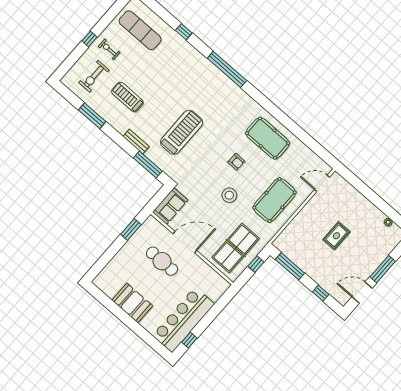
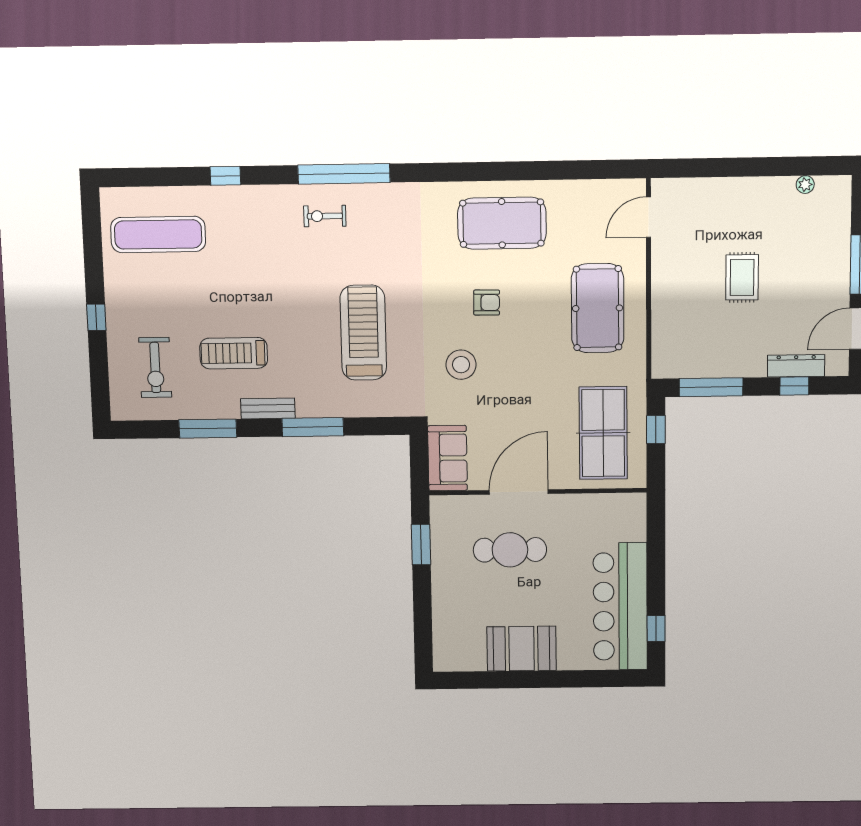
exercise bike: (109, 49) -> (325, 216), moved
bench: (136, 141) -> (268, 408), moved
window: (148, 164) -> (313, 427), moved
stool: (229, 195) -> (461, 365), moved
dresser: (328, 286) -> (796, 366), added

